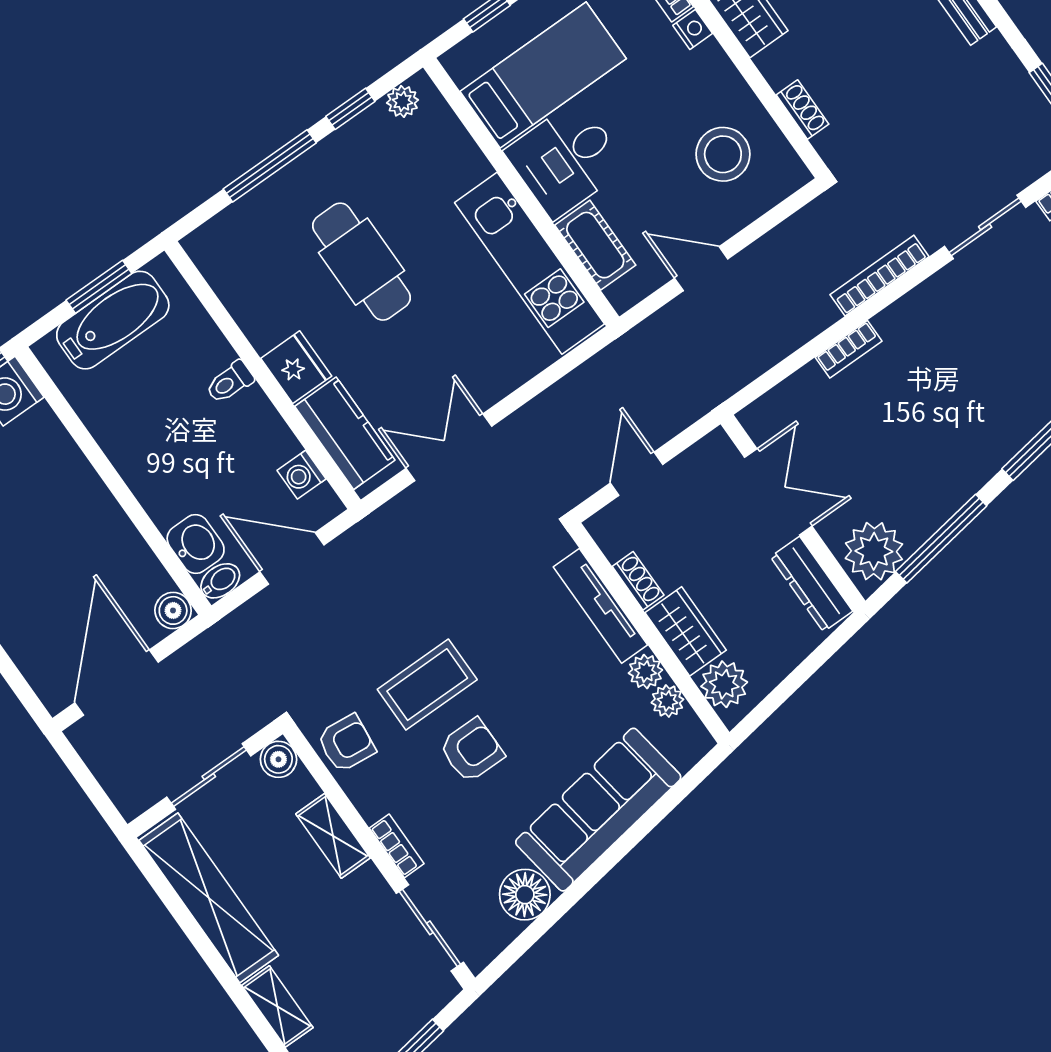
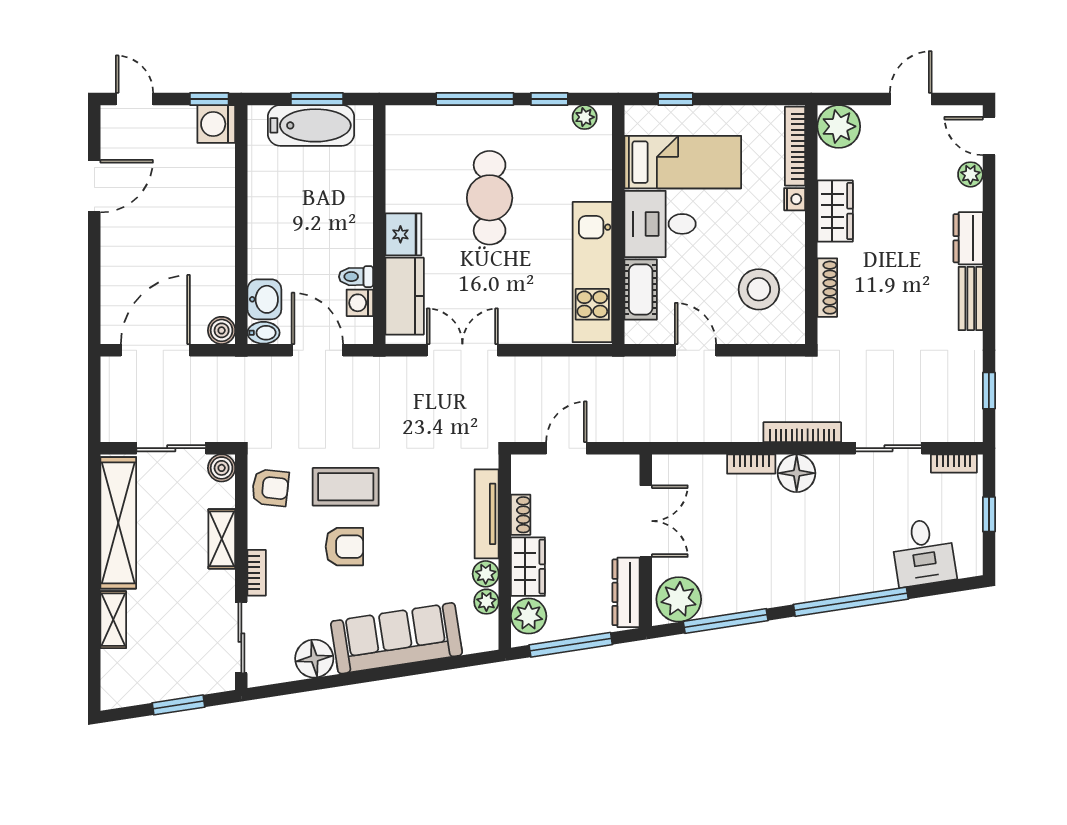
shoe rack: (802, 109) -> (827, 288), width x1.43
floor lamp: (905, 324) -> (797, 473), added
toilet: (230, 382) -> (356, 277), moved
window: (792, 683) -> (571, 645), added

